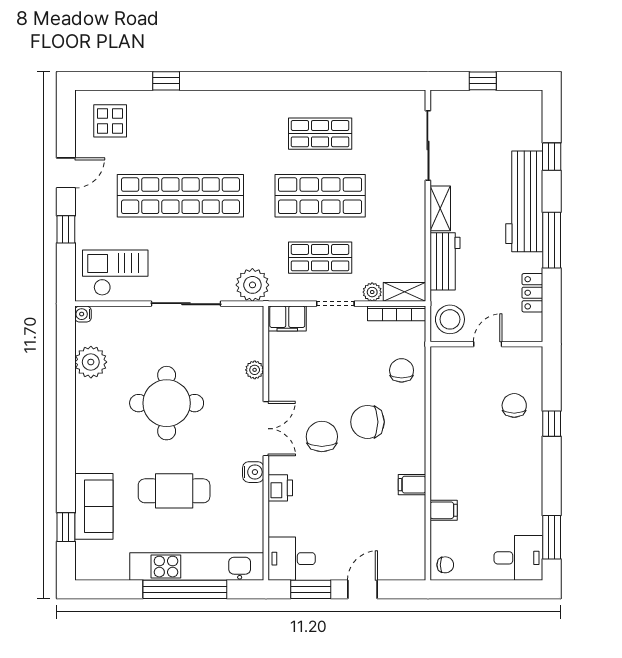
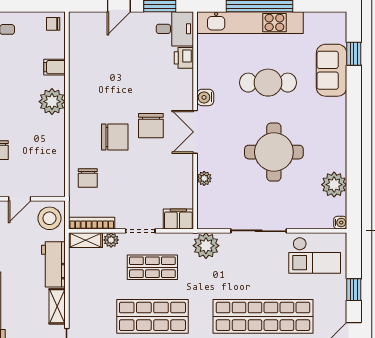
plant: (447, 467) -> (52, 102), added
filing cabinet: (412, 485) -> (79, 87), removed
printer: (280, 488) -> (184, 58), moved

